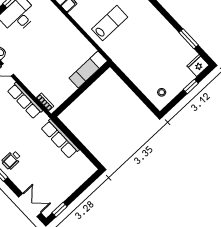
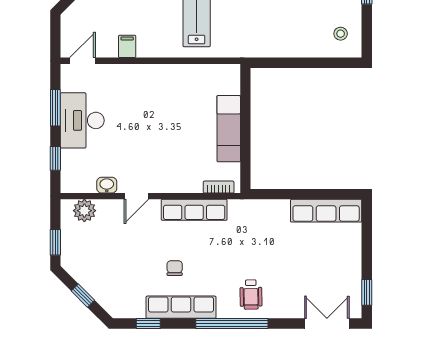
exam couch: (88, 70) -> (229, 129), moved
row of seats: (60, 139) -> (326, 211), moved

